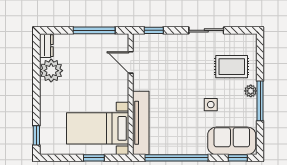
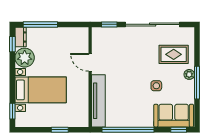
window: (94, 30) -> (40, 24), moved
sliding door: (206, 30) -> (153, 24), width x1.86
window: (36, 54) -> (12, 44), added
door: (131, 62) -> (90, 62), moved
bed with nightstands: (98, 128) -> (41, 90), moved, turned 180

